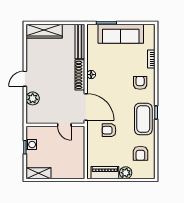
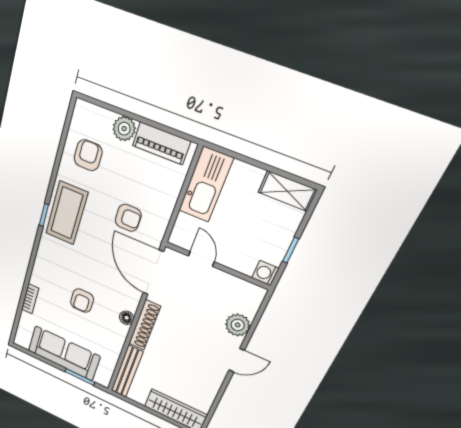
armchair: (140, 83) -> (82, 301), moved
washing machine: (31, 145) -> (265, 273), moved
kitchen sink: (76, 162) -> (206, 185), added

